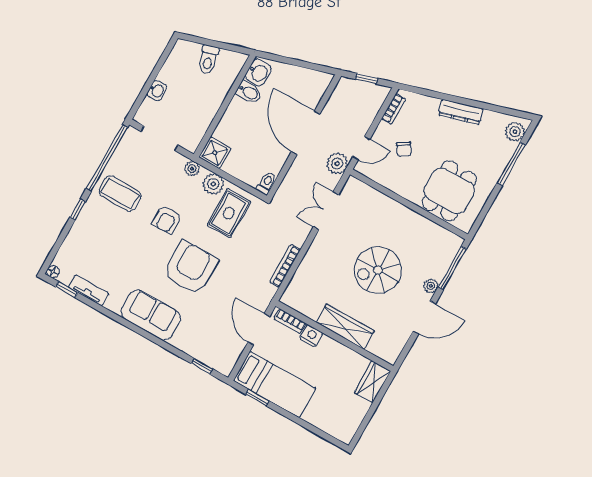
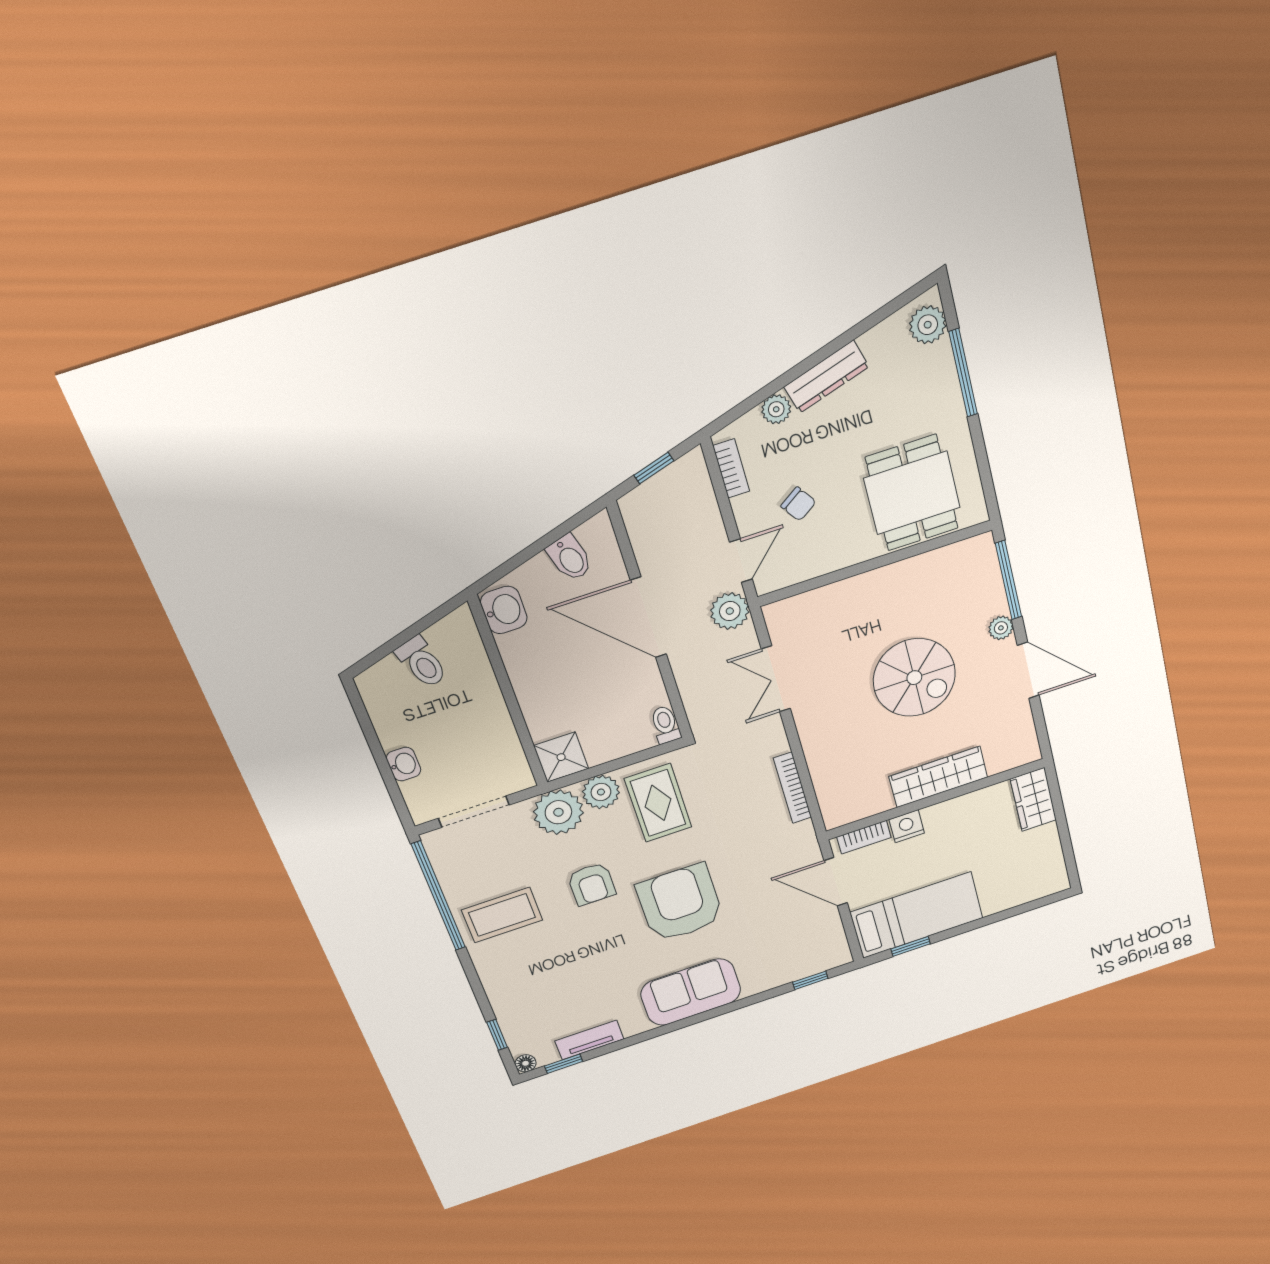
bidet: (249, 92) -> (570, 558), moved, turned 73
plant: (431, 104) -> (776, 409), added
plant: (192, 169) -> (558, 812), width x1.88, depth x1.88
window: (78, 210) -> (497, 1035), moved
spiral stairs: (378, 270) -> (914, 678), turned -90
door: (424, 317) -> (1028, 670), hinge flipped

